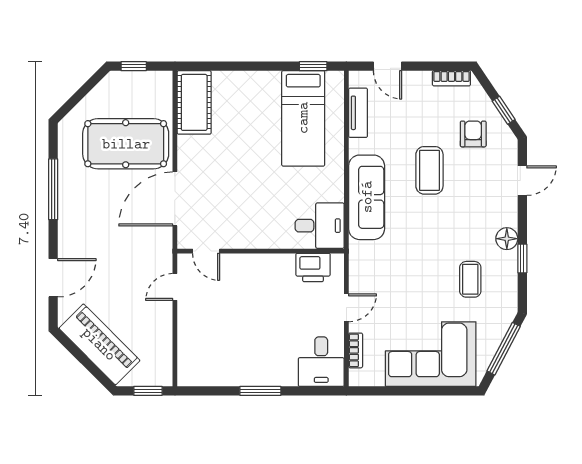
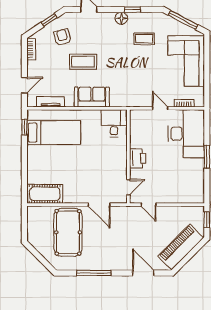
window: (134, 66) -> (24, 228), removed
armchair: (473, 134) -> (62, 37), turned 75
sofa: (367, 197) -> (92, 97), width x0.73
door: (175, 199) -> (99, 205), width x0.73
printer: (313, 268) -> (138, 158), moved
desk: (321, 362) -> (186, 134), width x1.87, depth x1.30

